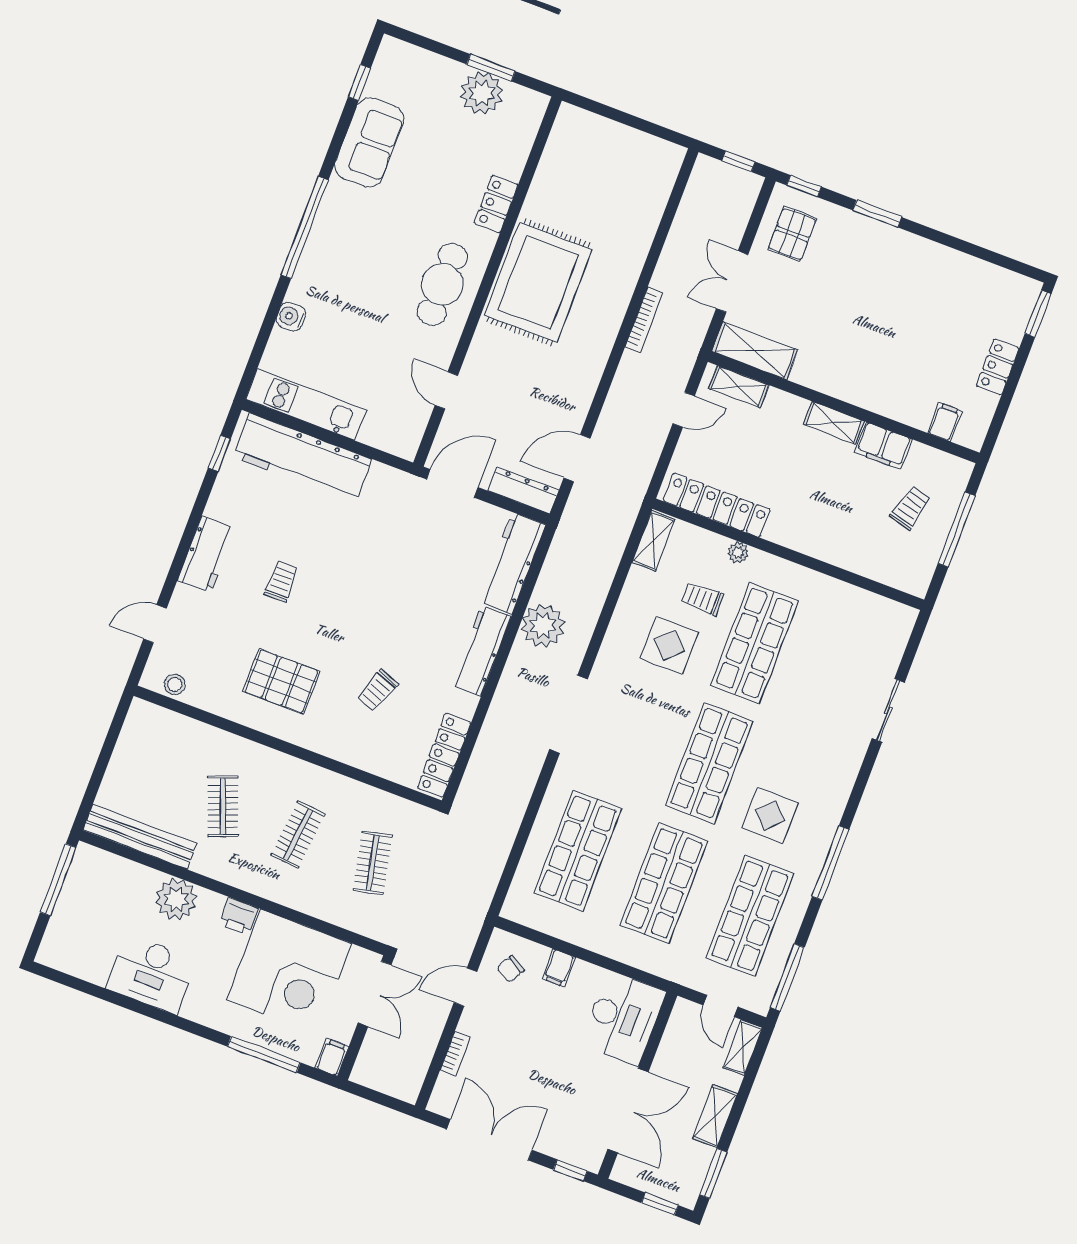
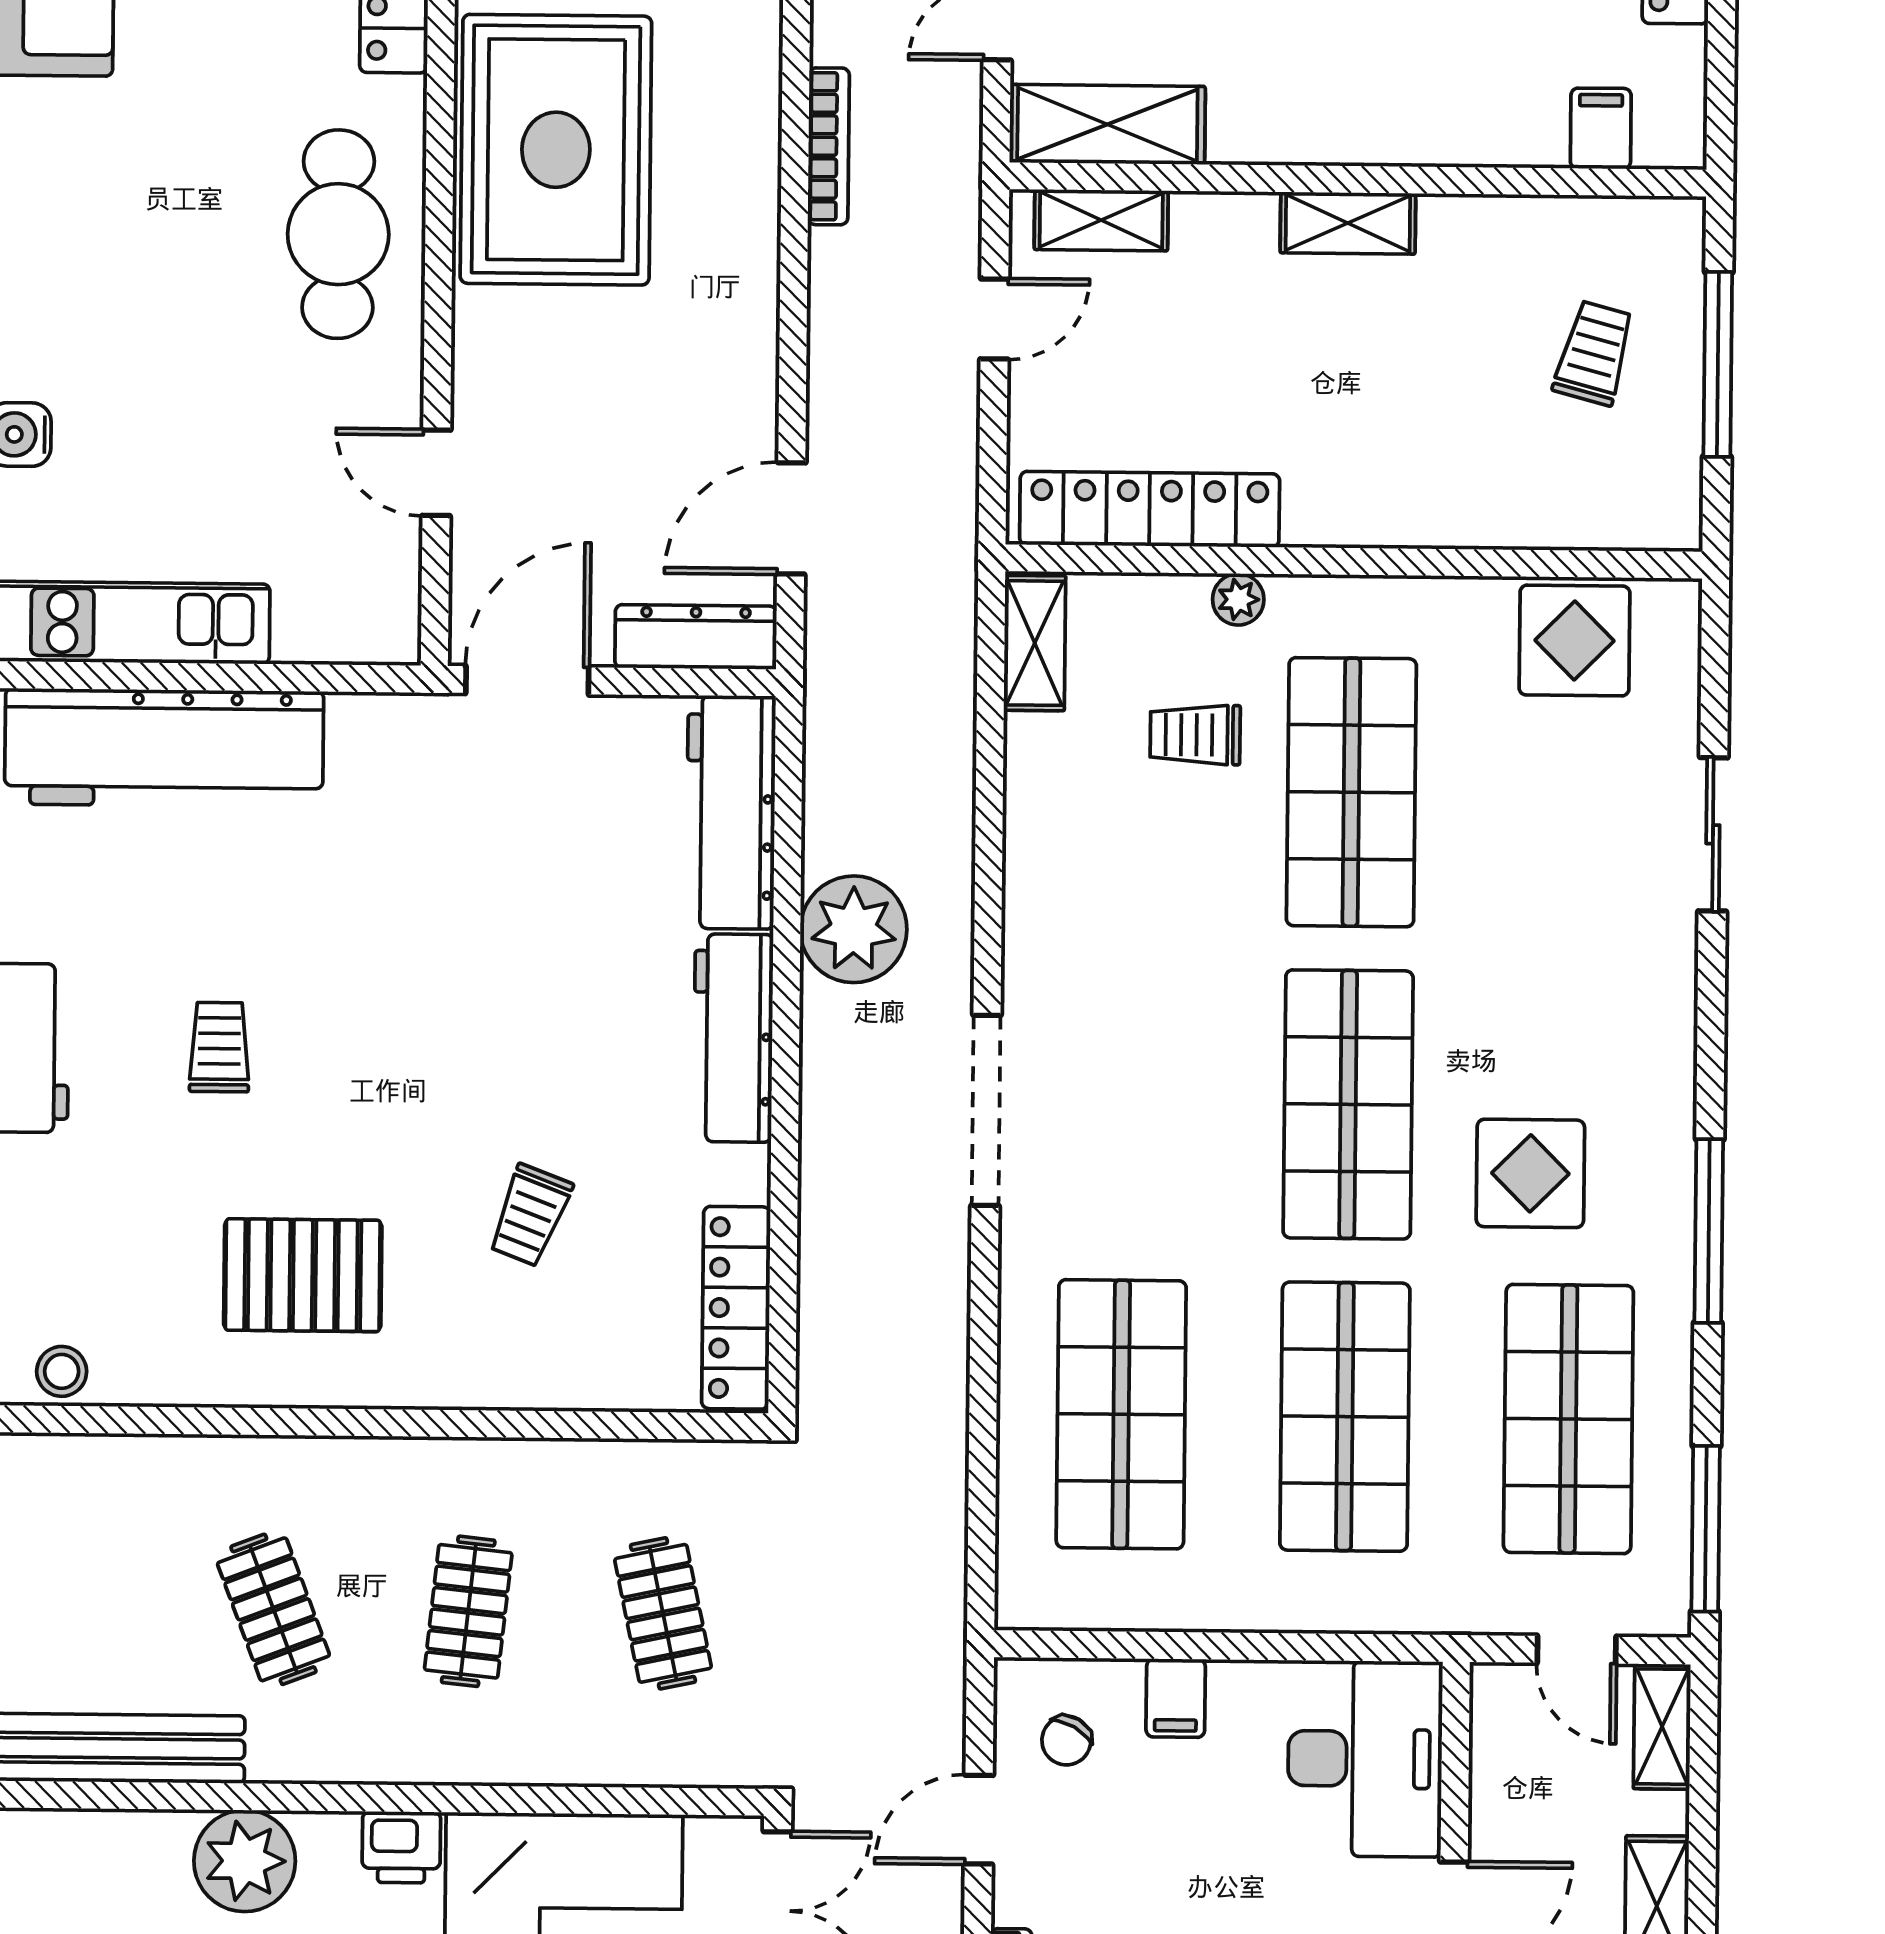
filing cabinet: (883, 446) -> (1481, 234), removed
display table: (669, 645) -> (1574, 641), moved

